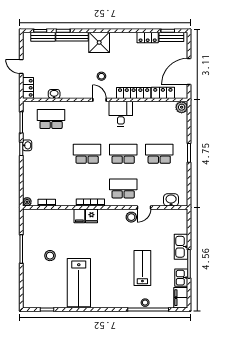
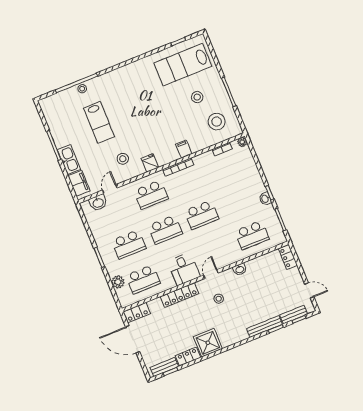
shower: (99, 42) -> (208, 343), moved
door: (21, 66) -> (309, 290), moved
door: (189, 71) -> (133, 339), swing flipped
locker: (163, 93) -> (137, 313), moved
washbasin: (54, 94) -> (240, 269), moved
door: (100, 100) -> (211, 274), swing flipped
plant: (182, 107) -> (118, 282), moved
school desk: (159, 119) -> (143, 279), added
door: (144, 207) -> (110, 189), moved
fridge: (91, 216) -> (150, 163), moved
stool: (131, 217) -> (123, 159), moved
stool: (42, 228) -> (217, 122), added
kitchen sink: (181, 278) -> (56, 129), removed
lab bench: (79, 283) -> (183, 65), moved, turned -90
filing cabinet: (181, 298) -> (79, 183), moved

